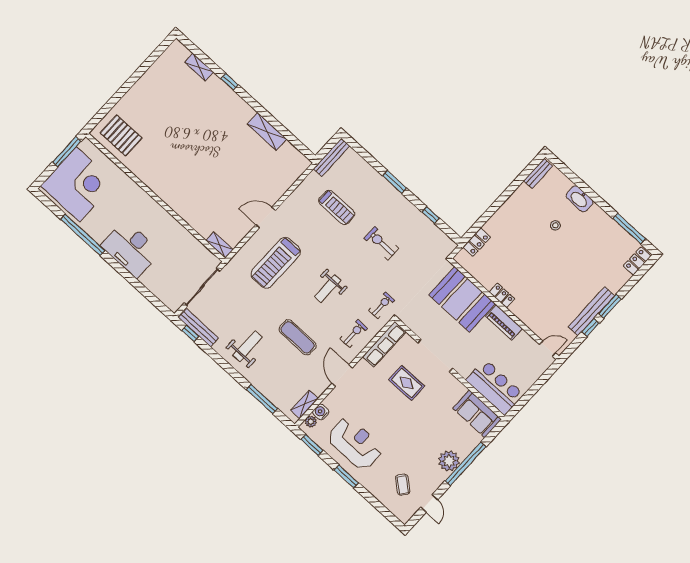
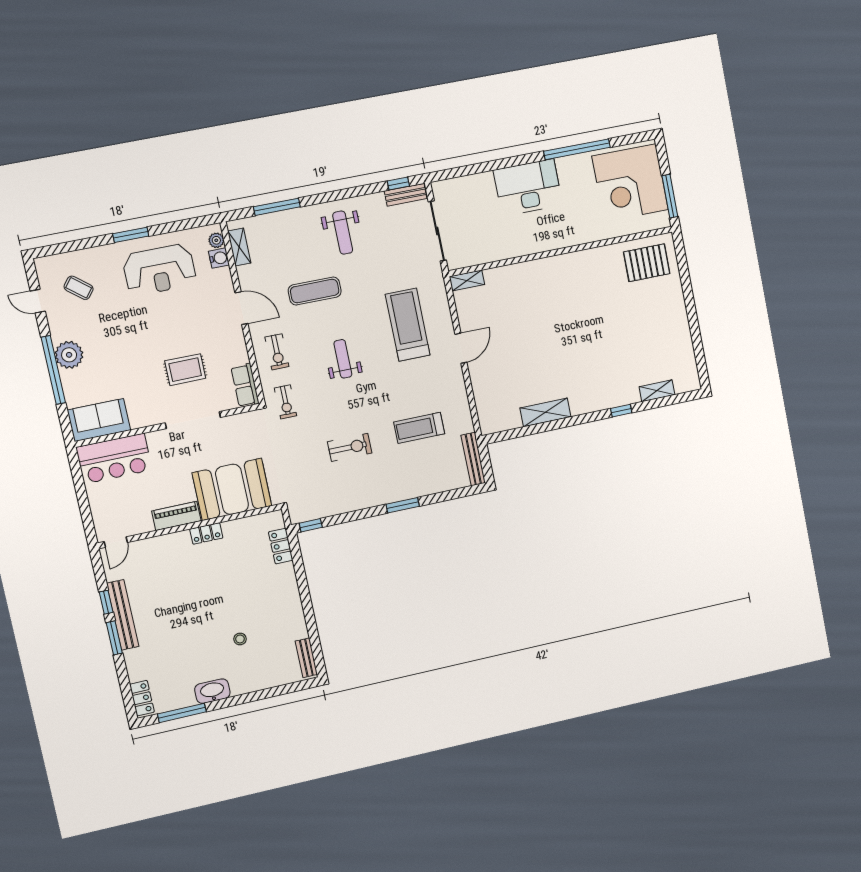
washbasin: (580, 199) -> (212, 691), moved
window: (431, 215) -> (311, 525), moved
bench: (198, 328) -> (406, 195), width x0.73
row of seats: (384, 344) -> (245, 385), width x0.68
window: (312, 445) -> (190, 223), removed

